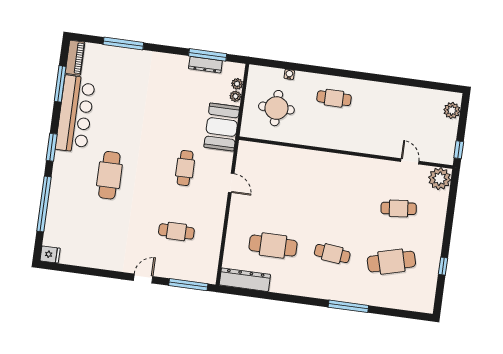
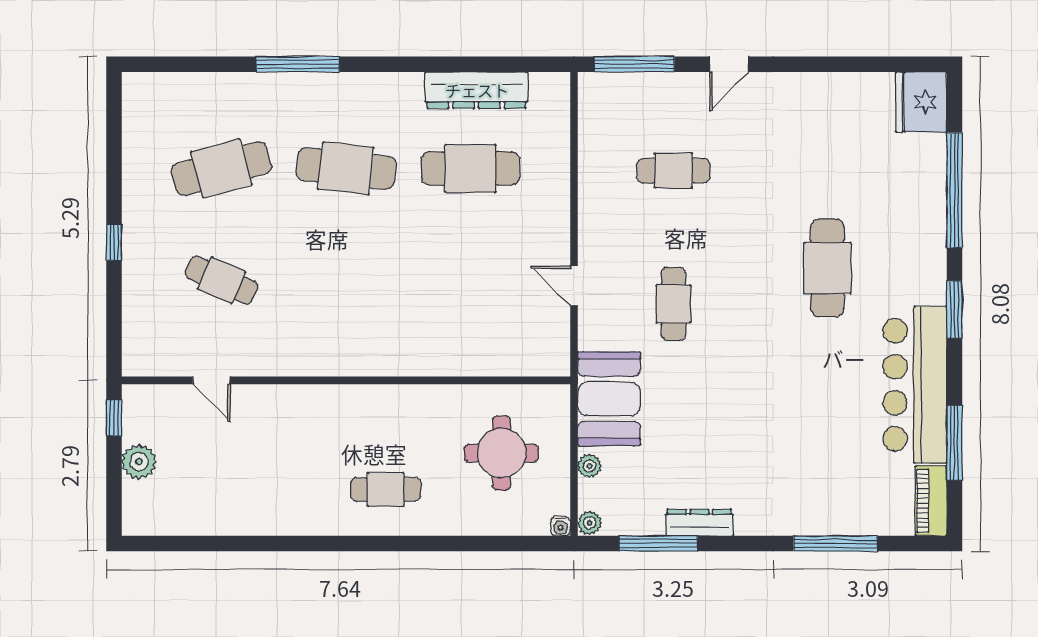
dresser: (205, 65) -> (699, 523), moved
water cooler: (289, 74) -> (561, 526), moved
plant: (237, 84) -> (590, 523), moved
plant: (452, 110) -> (139, 462), moved
plant: (440, 179) -> (145, 353), removed
cafe table: (399, 208) -> (222, 280), turned 30
fridge: (50, 254) -> (921, 102), width x1.88, depth x1.34
cafe table: (332, 254) -> (346, 168), width x1.37, depth x1.35
window: (443, 266) -> (114, 242), moved
dresser: (245, 280) -> (477, 90), moved

